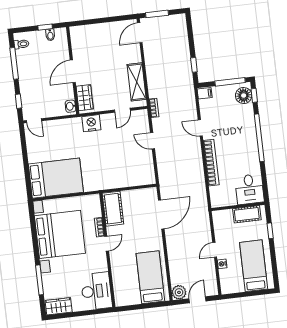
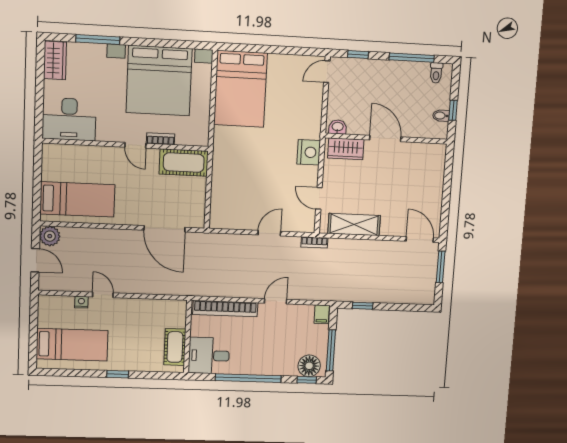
desk: (249, 189) -> (209, 356), moved
wall: (238, 206) -> (188, 337), moved
cot: (247, 214) -> (175, 347), moved

